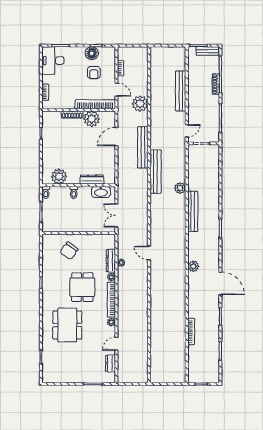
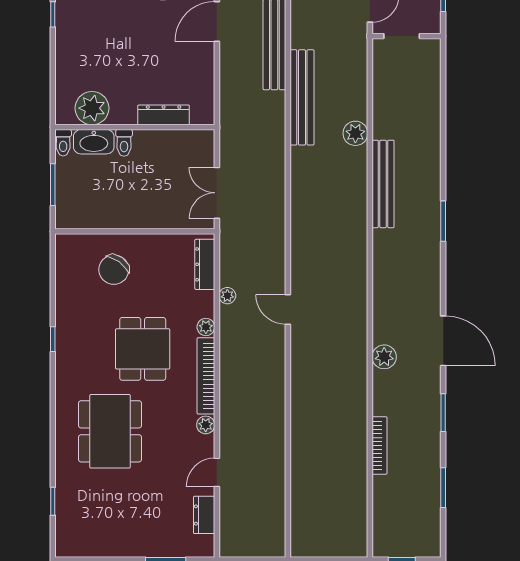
washbasin: (101, 192) -> (94, 142), moved
door: (149, 253) -> (288, 309), moved
dresser: (111, 261) -> (205, 264), moved
plant: (193, 266) -> (384, 357), moved

